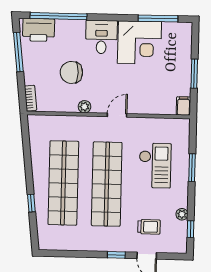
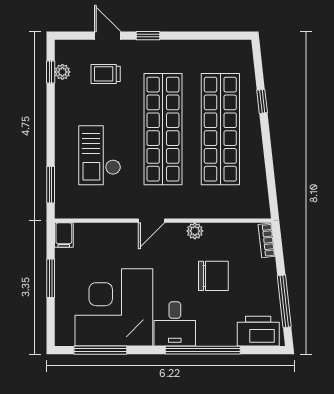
window: (59, 16) -> (203, 350), moved
corner desk: (139, 43) -> (114, 307), width x1.36, depth x1.36
window: (192, 168) -> (51, 185), moved
plant: (182, 214) -> (62, 72), moved

